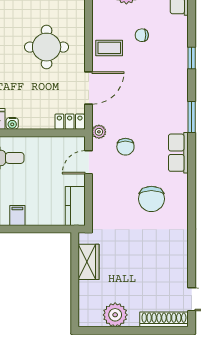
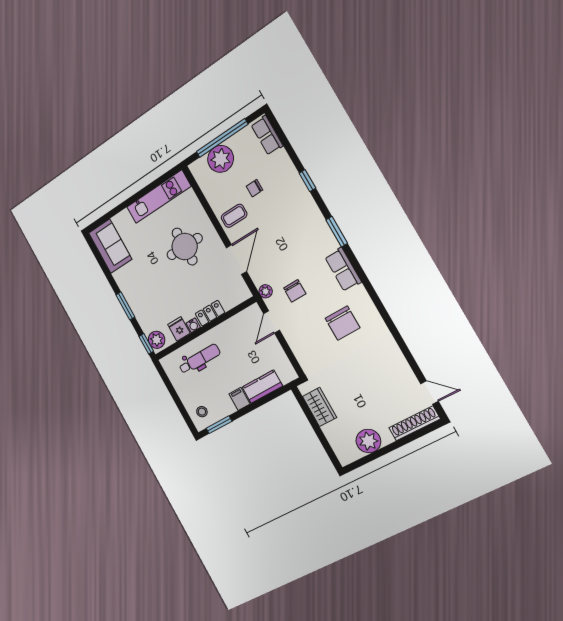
locker: (70, 122) -> (210, 313), moved
kitchen counter: (75, 206) -> (262, 387), moved, turned 90

